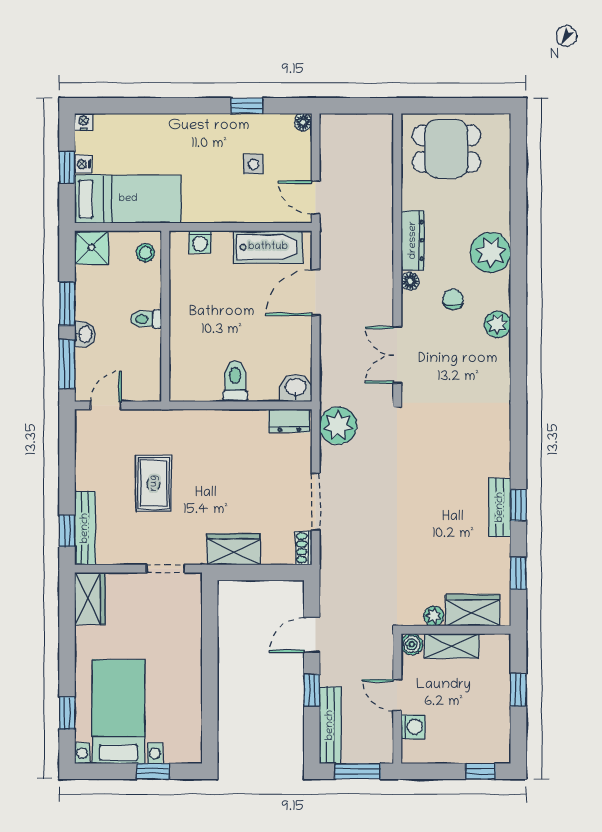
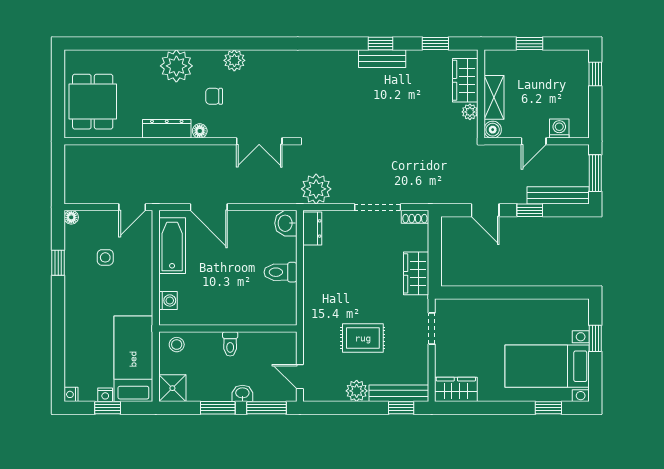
plant: (88, 476) -> (357, 391), added

